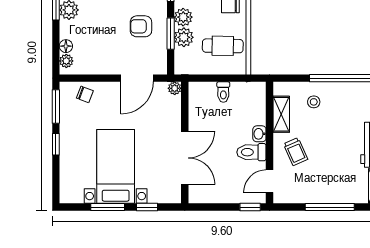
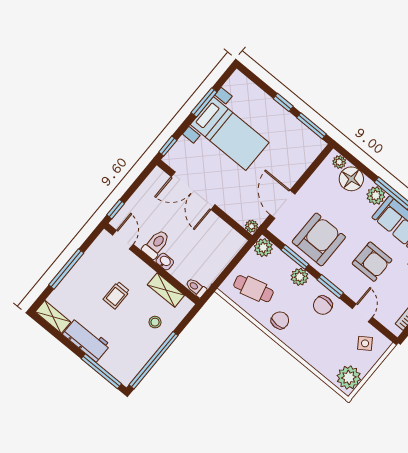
armchair: (141, 26) -> (319, 239), width x1.88, depth x1.88
plant: (184, 37) -> (263, 248), moved
floor lamp: (66, 46) -> (351, 179), width x1.89, depth x1.89
cafe table: (223, 46) -> (253, 289), turned 74
toilet: (223, 92) -> (196, 288), moved
chair: (85, 94) -> (303, 155), removed
trolley: (296, 152) -> (116, 295), moved, turned -66
window: (147, 207) -> (168, 146), moved

